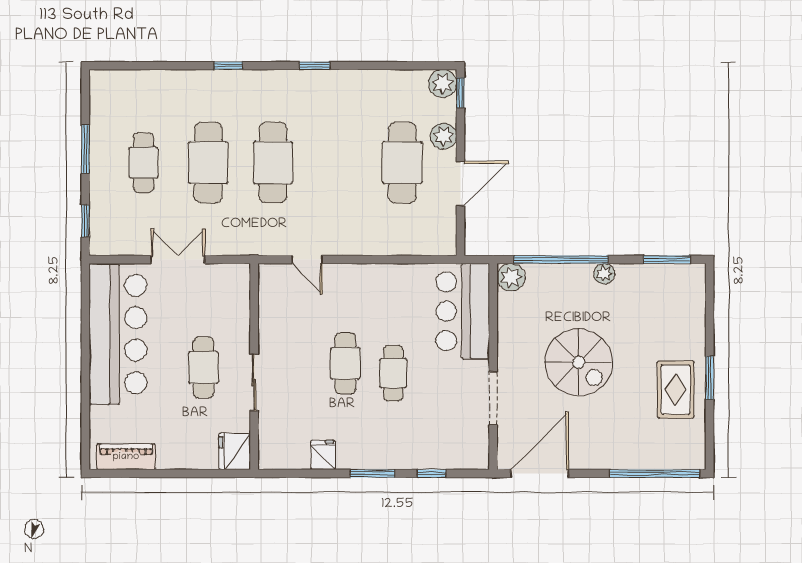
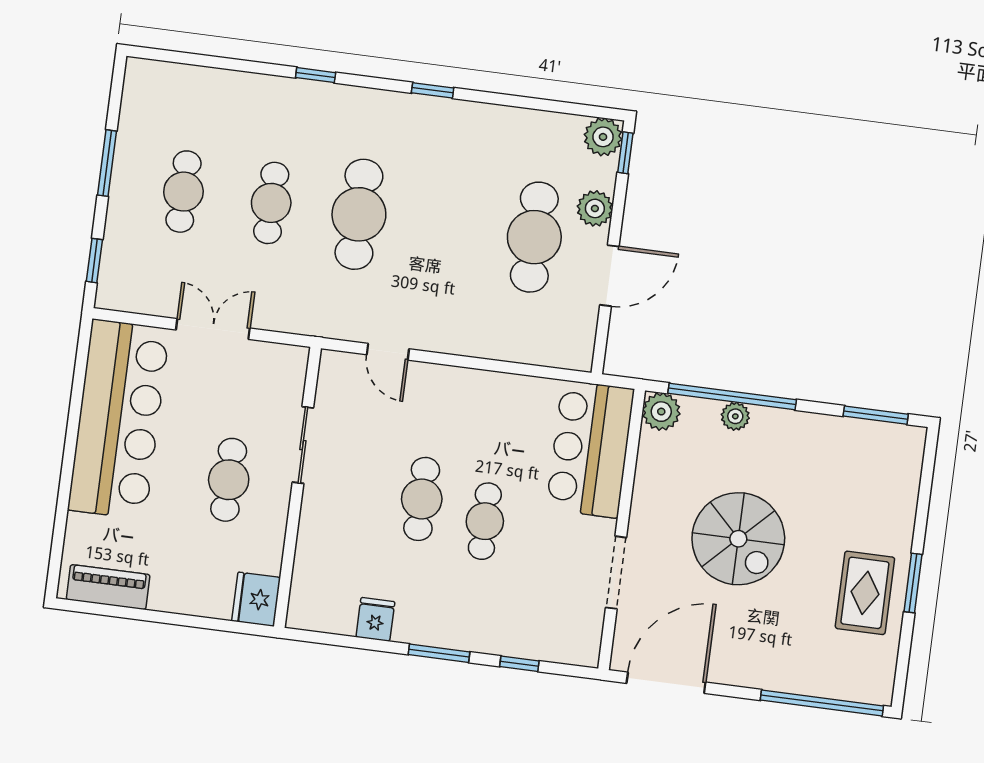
cafe table: (208, 163) -> (271, 203), width x0.73, depth x0.74
plant: (604, 274) -> (735, 416), moved
sliding door: (254, 382) -> (303, 445), moved

